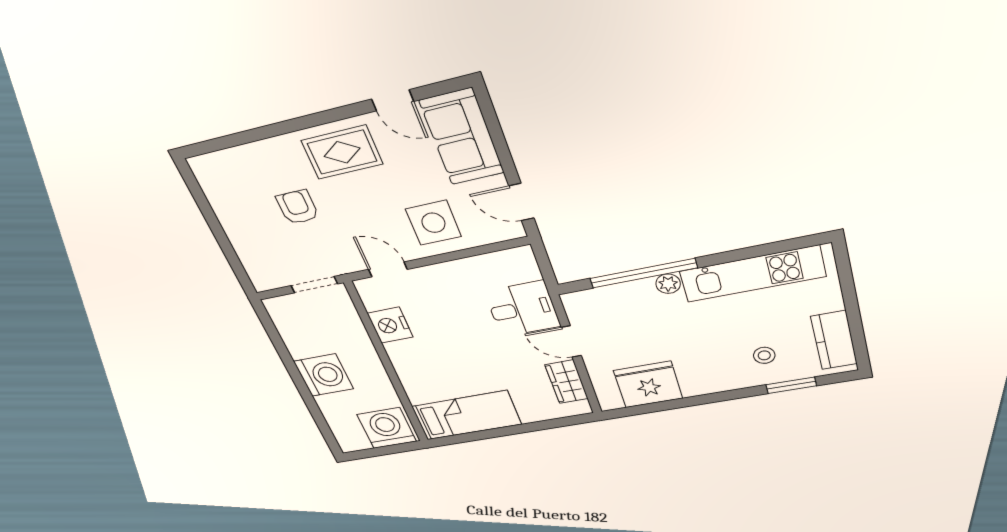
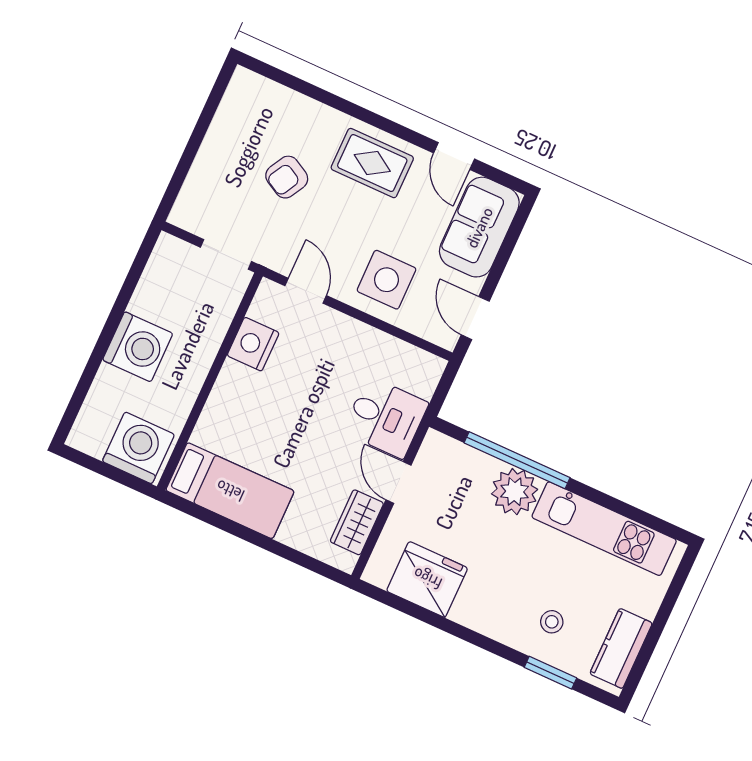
armchair: (298, 207) -> (287, 177), turned -151
plant: (668, 284) -> (515, 492), width x1.87, depth x1.87

